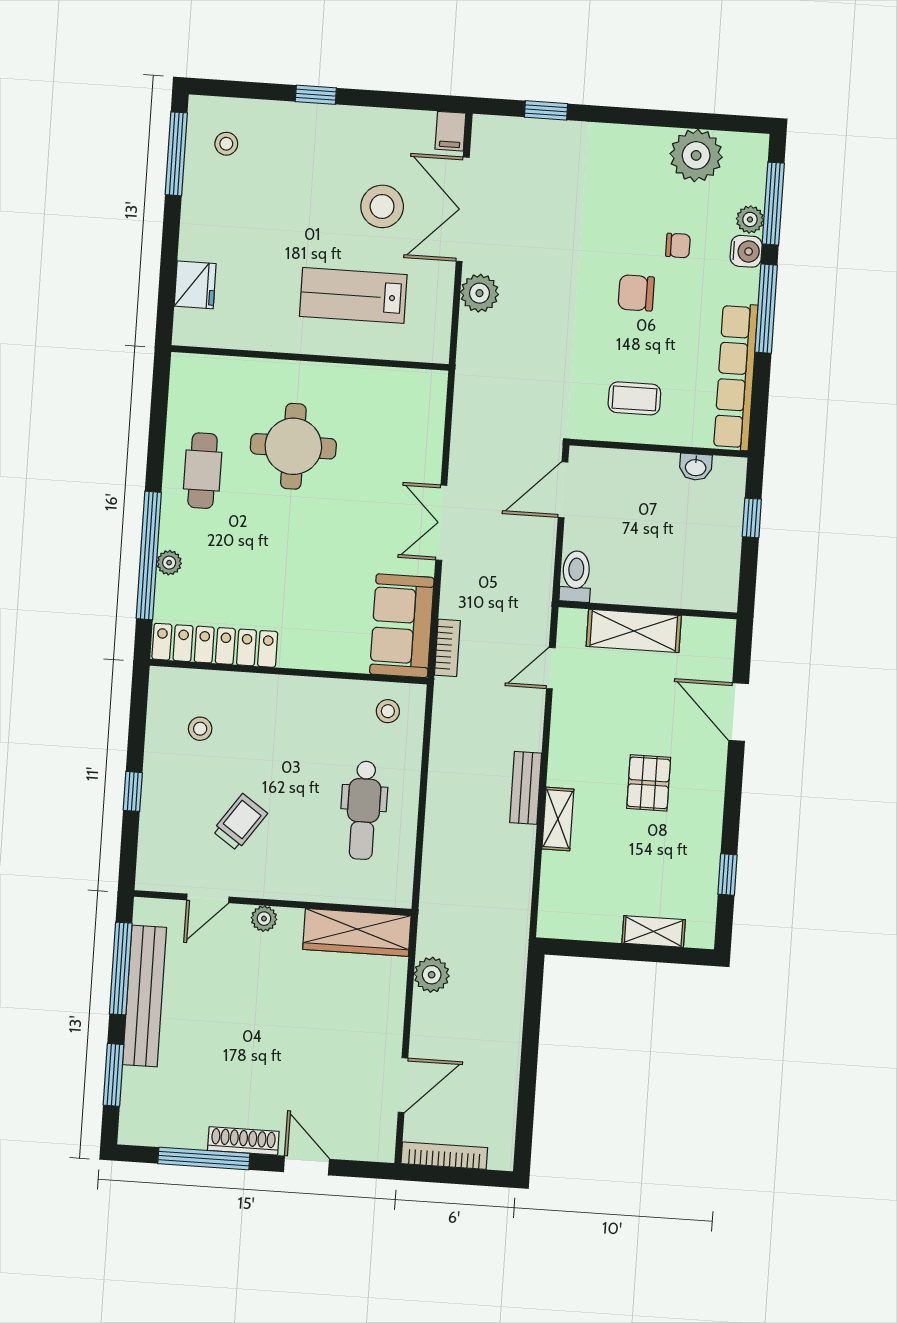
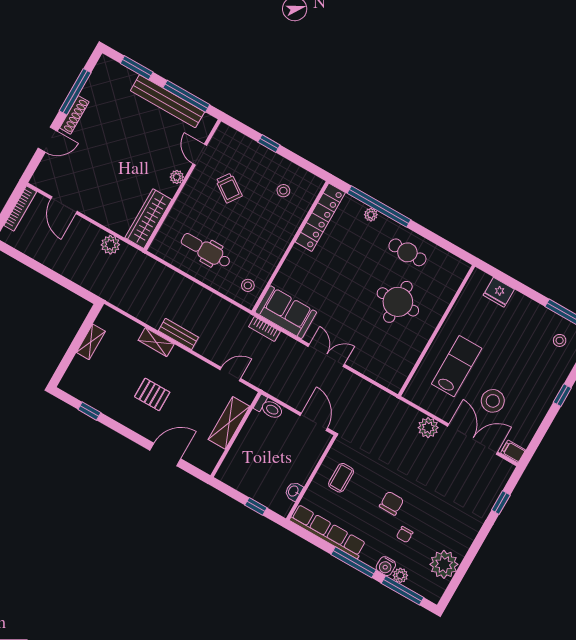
door: (551, 668) -> (230, 374), hinge flipped
shelving: (654, 931) -> (91, 342), moved

